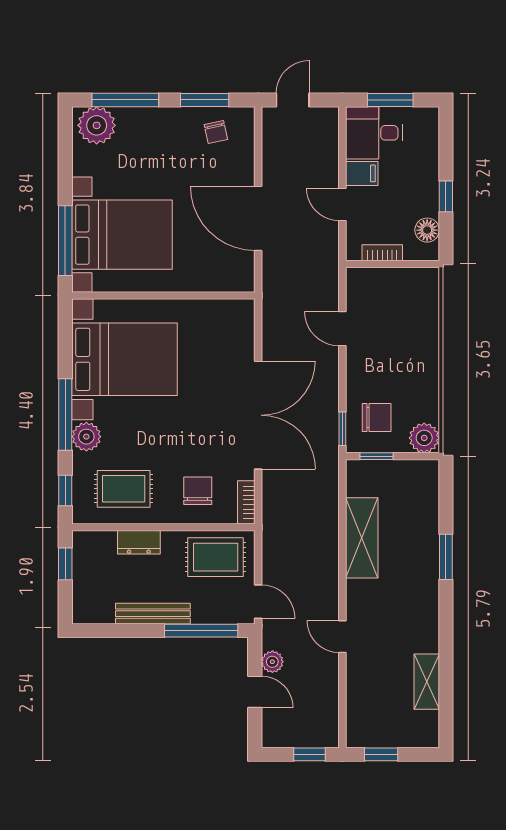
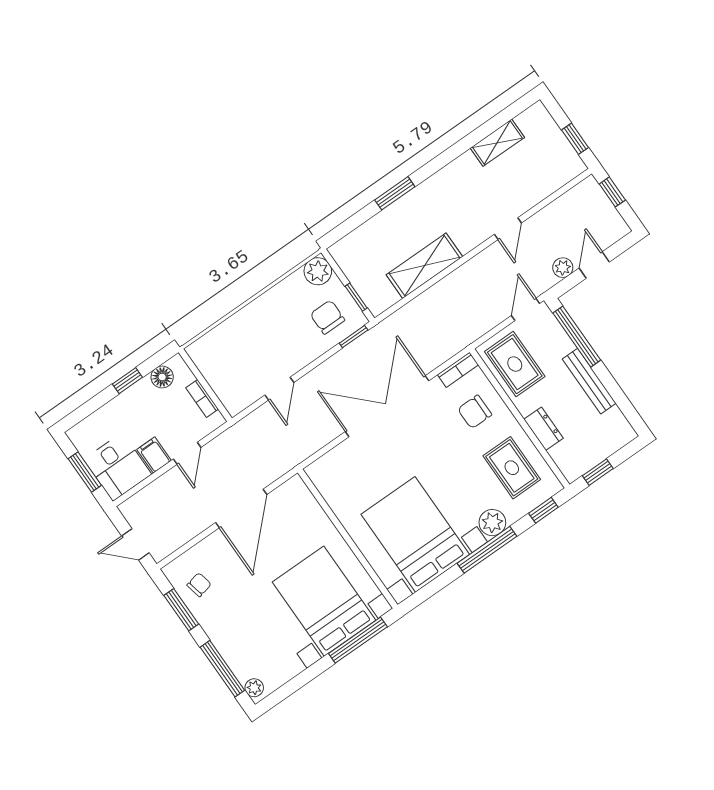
plant: (97, 125) -> (254, 688), width x0.53, depth x0.53

